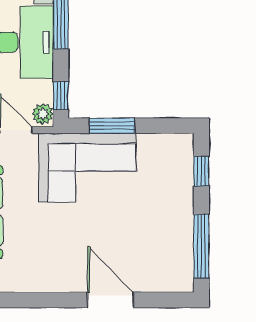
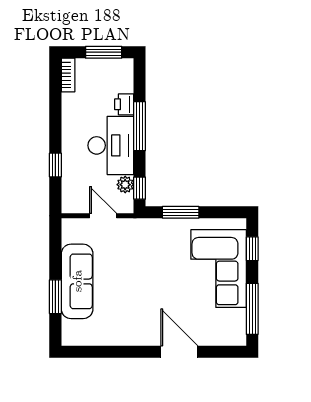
plant: (43, 114) -> (125, 185), moved
corner sofa: (87, 168) -> (219, 269), moved, turned 90

